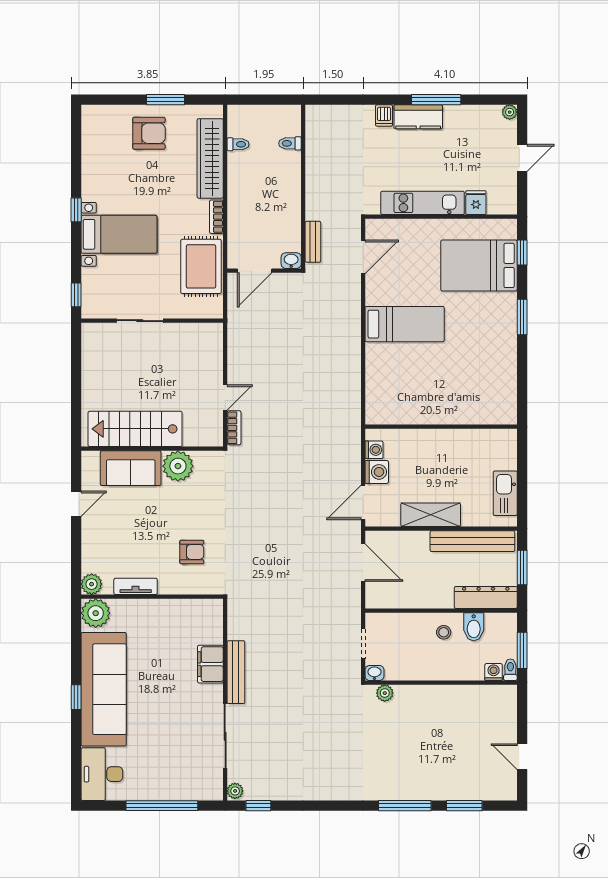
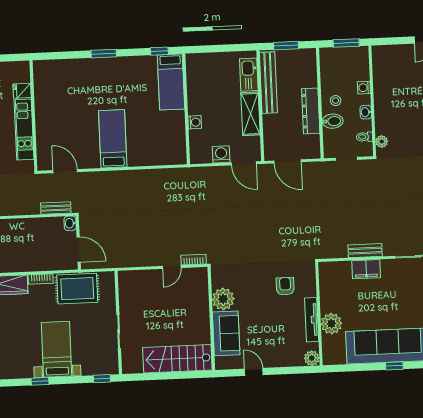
window: (522, 253) -> (159, 51), moved
bed: (479, 265) -> (171, 82), moved, width x0.67
door: (225, 397) -> (172, 267), swing flipped
stairs: (135, 429) -> (177, 359), moved, turned 90
washing machine: (374, 450) -> (195, 122), moved, turned 90
kitchen sink: (505, 493) -> (249, 75), moved, turned 90
door: (363, 563) -> (288, 161), swing flipped
tv unit: (136, 586) -> (312, 320), width x1.41
dresser: (486, 597) -> (311, 111), moved
plant: (96, 613) -> (331, 324), moved
bidet: (474, 627) -> (333, 121), moved
toilet: (510, 670) -> (364, 137), moved
bench: (236, 672) -> (365, 251), width x0.73
washing machine: (494, 672) -> (364, 88), moved
washbasin: (374, 673) -> (366, 112), moved

